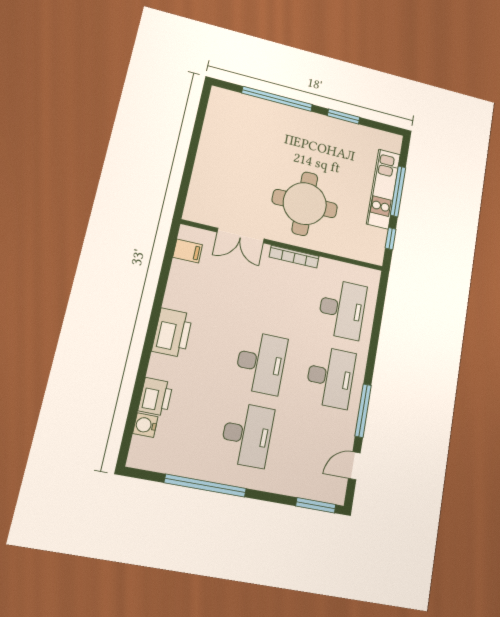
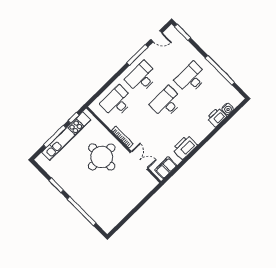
kitchen unit: (384, 189) -> (66, 136), width x1.36
filing cabinet: (188, 251) -> (166, 168), width x2.00
printer: (172, 333) -> (185, 147), moved

